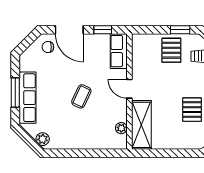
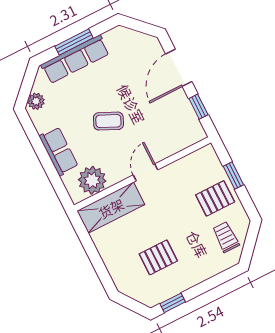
window: (180, 30) -> (233, 175), moved
chair: (48, 47) -> (146, 53), removed
row of seats: (119, 51) -> (59, 151), moved, turned 90
plant: (121, 128) -> (92, 180), width x1.87, depth x1.87

